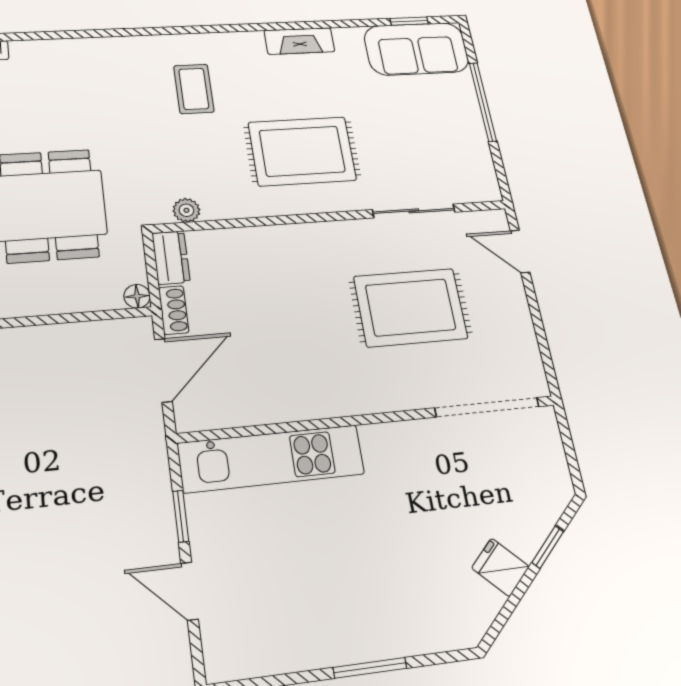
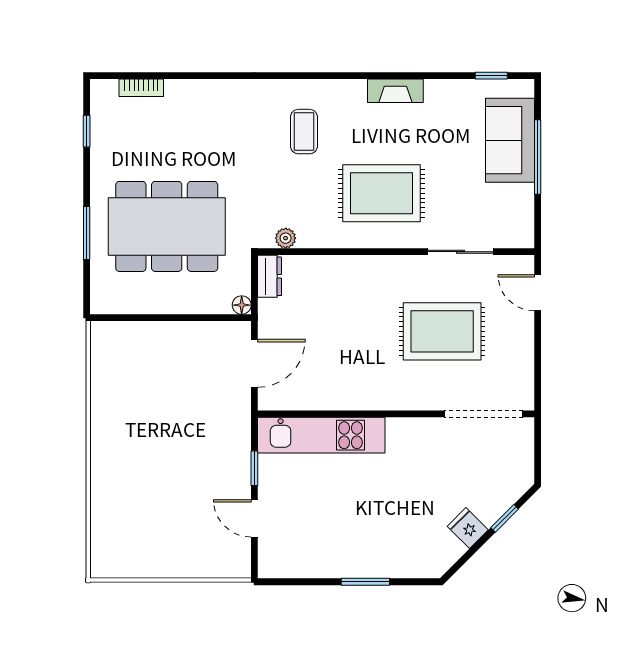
sofa: (417, 49) -> (510, 140), moved, turned 90
shoe rack: (174, 310) -> (267, 318), removed

